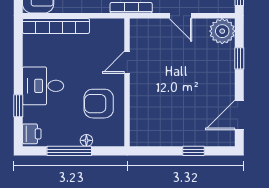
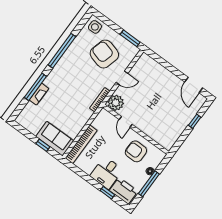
plant: (222, 31) -> (116, 103), moved
window: (239, 58) -> (165, 64), removed
armchair: (99, 104) -> (136, 151), turned 90
printer: (32, 134) -> (124, 191), width x1.87, depth x1.48

